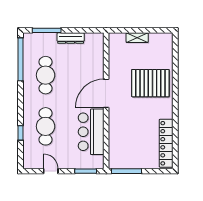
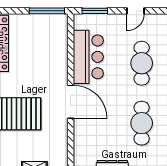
door: (106, 93) -> (71, 102), hinge flipped
door: (51, 171) -> (136, 11), hinge flipped

